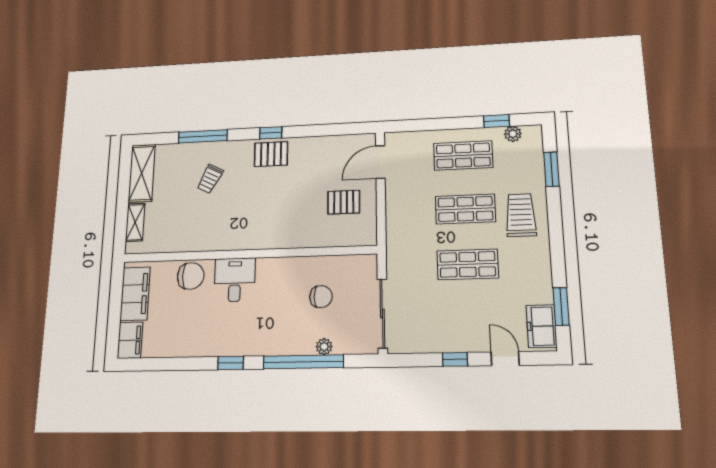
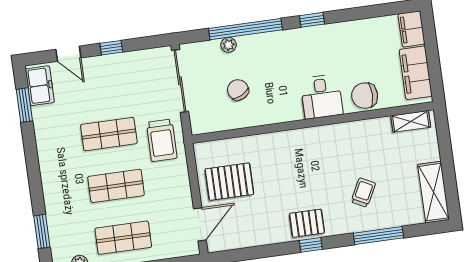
pallet: (344, 202) -> (229, 182), width x1.50, depth x1.42
trolley: (521, 215) -> (162, 140), moved
shelving: (135, 222) -> (411, 121), moved, turned 90
chair: (321, 297) -> (238, 90), turned 63

